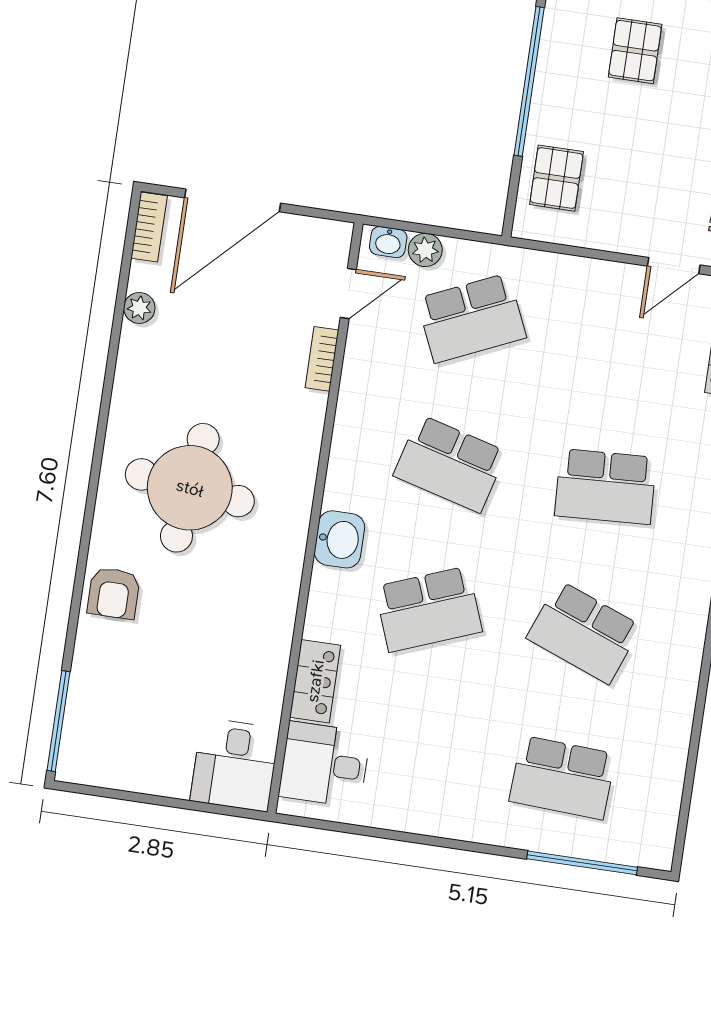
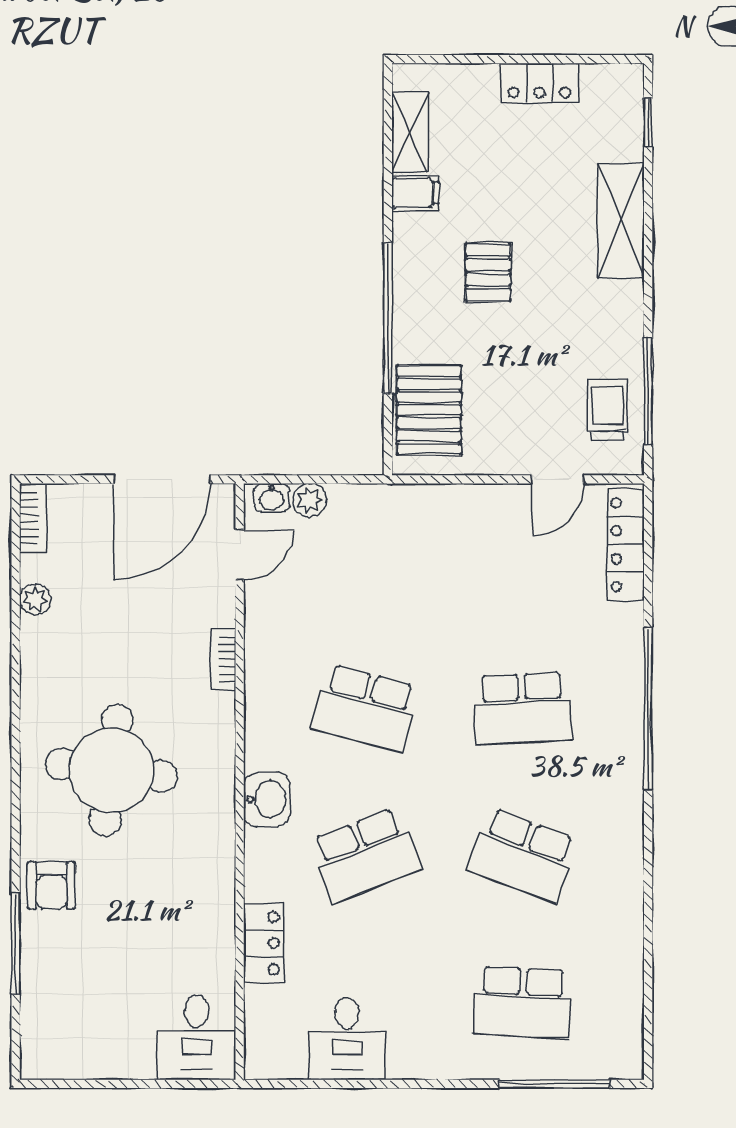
pallet: (557, 178) -> (429, 410), width x1.50, depth x1.42
door: (233, 200) -> (162, 479), moved
school desk: (471, 318) -> (365, 561), removed
bookcase: (322, 359) -> (223, 659), moved
window: (59, 721) -> (16, 944), moved
desk: (325, 764) -> (347, 1038), moved, turned -90

